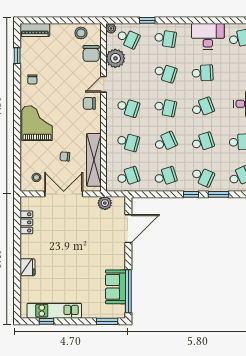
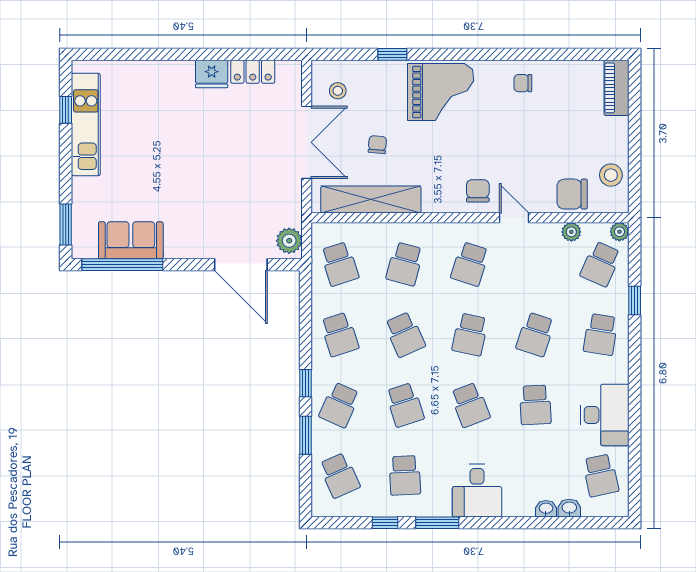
window: (17, 56) -> (392, 54), moved
plant: (115, 58) -> (571, 232), width x0.53, depth x0.53
plant: (105, 203) -> (289, 241), moved
fridge: (28, 267) -> (212, 74), moved

